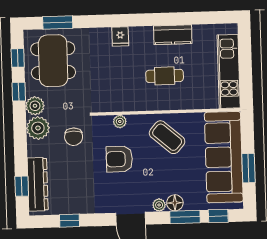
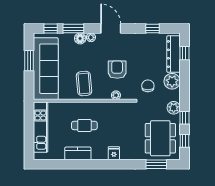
plant: (38, 128) -> (172, 81), moved
coffee table: (167, 137) -> (84, 83), turned 44
armchair: (119, 159) -> (117, 70), turned -90

